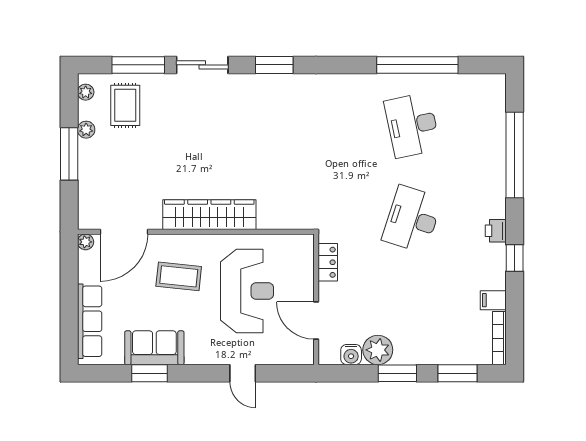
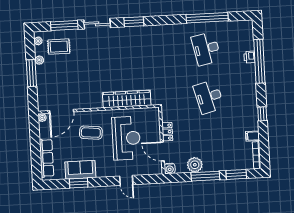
rug: (125, 105) -> (59, 47), turned 90
wardrobe: (209, 215) -> (127, 99), moved
desk: (412, 219) -> (209, 97), turned -33
printer: (496, 231) -> (250, 57), moved
locker: (328, 262) -> (167, 132), moved
water cooler: (351, 355) -> (170, 168), moved
window: (397, 373) -> (205, 176), width x1.44

